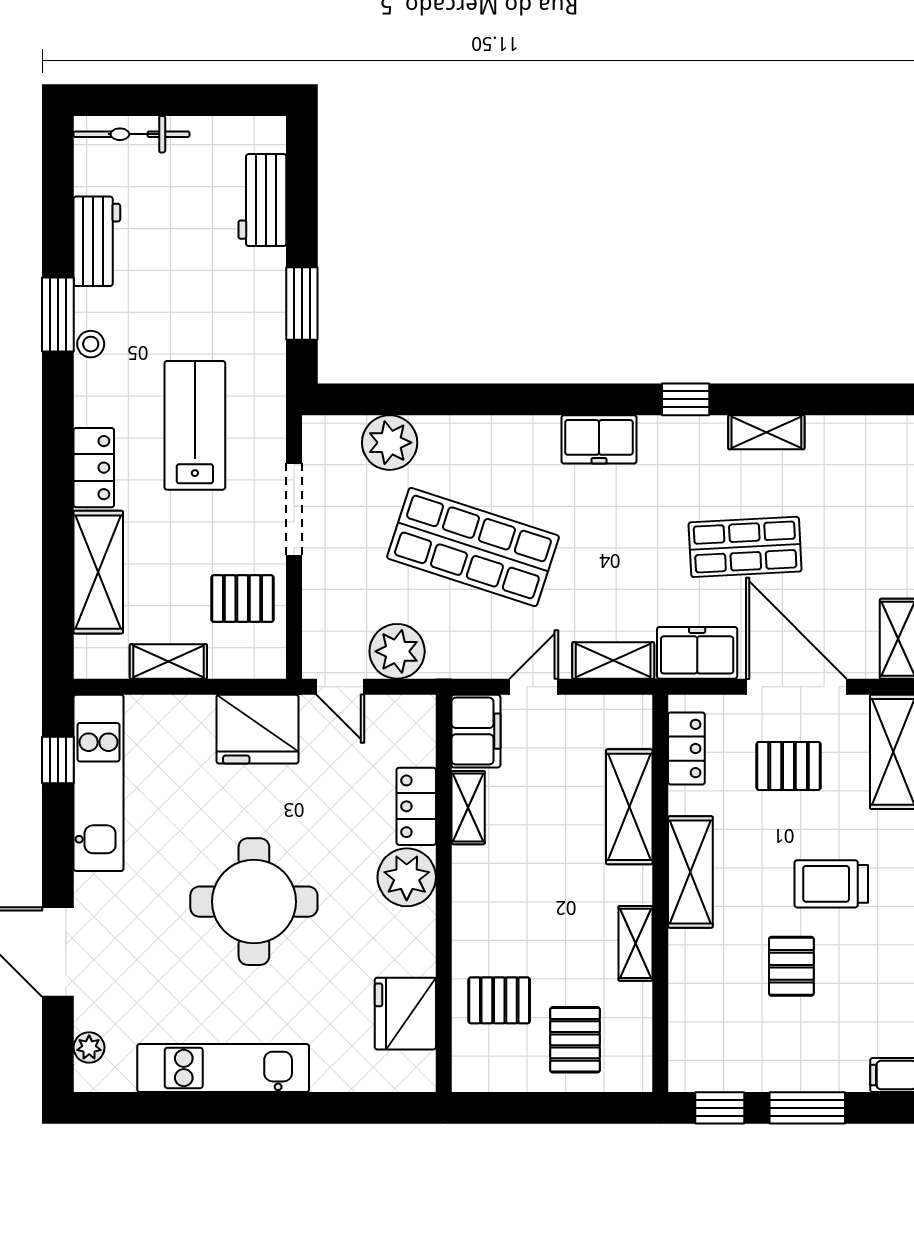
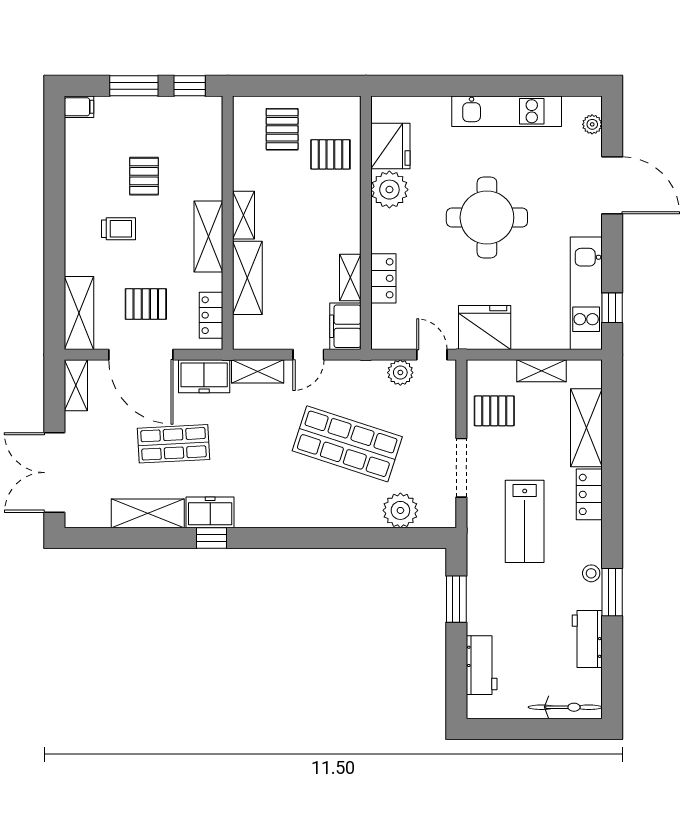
shelving: (766, 432) -> (148, 513), width x1.50, depth x1.33
freezer: (599, 439) -> (210, 512), moved
plant: (397, 651) -> (400, 373), width x0.73, depth x0.73
plant: (407, 877) -> (389, 190), moved
trolley: (831, 884) -> (119, 229), width x0.73, depth x0.72
shelving: (635, 943) -> (243, 215), moved

